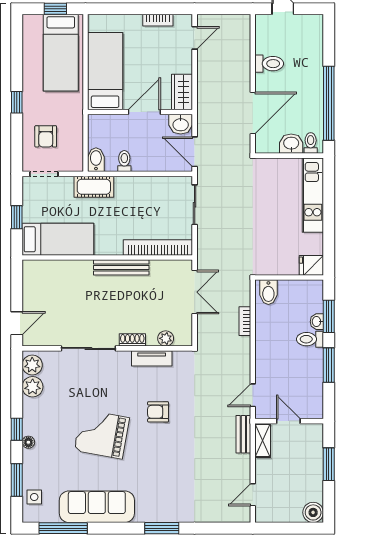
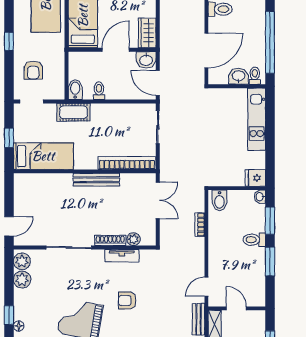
washbasin: (317, 322) -> (260, 197), moved
shoe rack: (132, 340) -> (110, 240), width x1.43

